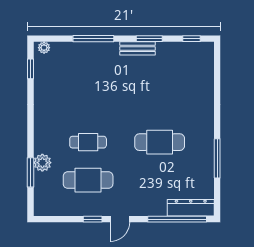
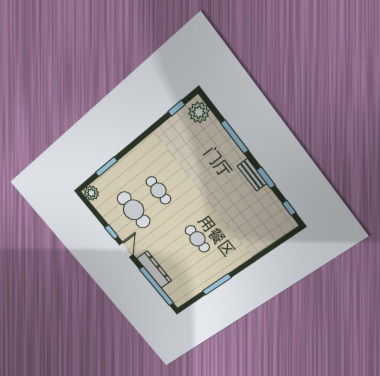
plant: (44, 48) -> (199, 112), width x1.88, depth x1.88
cafe table: (160, 142) -> (197, 239), width x0.73, depth x0.74
plant: (42, 163) -> (91, 193), moved
dresser: (191, 208) -> (154, 269), moved
door: (120, 219) -> (126, 250), swing flipped

